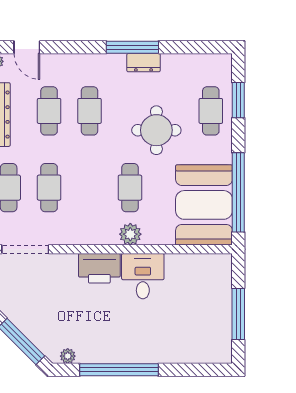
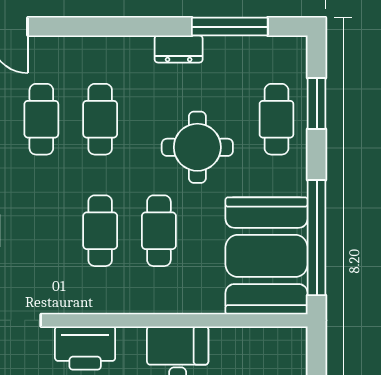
window: (132, 47) -> (230, 27), moved
cafe table: (49, 188) -> (100, 231), moved
plant: (130, 234) -> (159, 298), removed
printer: (99, 268) -> (85, 348), moved

